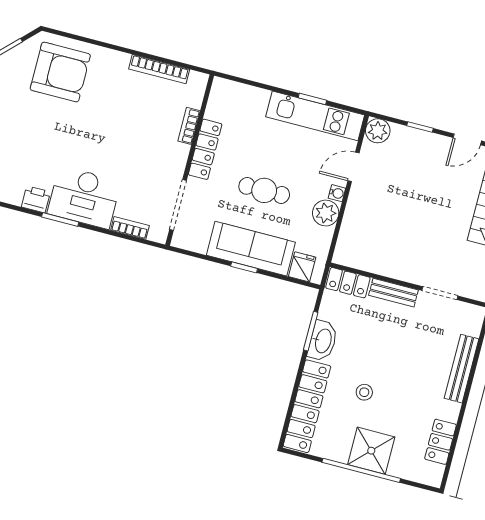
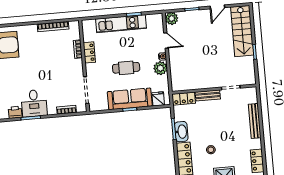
kitchen unit: (315, 116) -> (121, 24), moved
locker: (205, 149) -> (89, 52), width x0.66
door: (353, 167) -> (166, 41), swing flipped
desk: (84, 197) -> (34, 103), width x0.73

